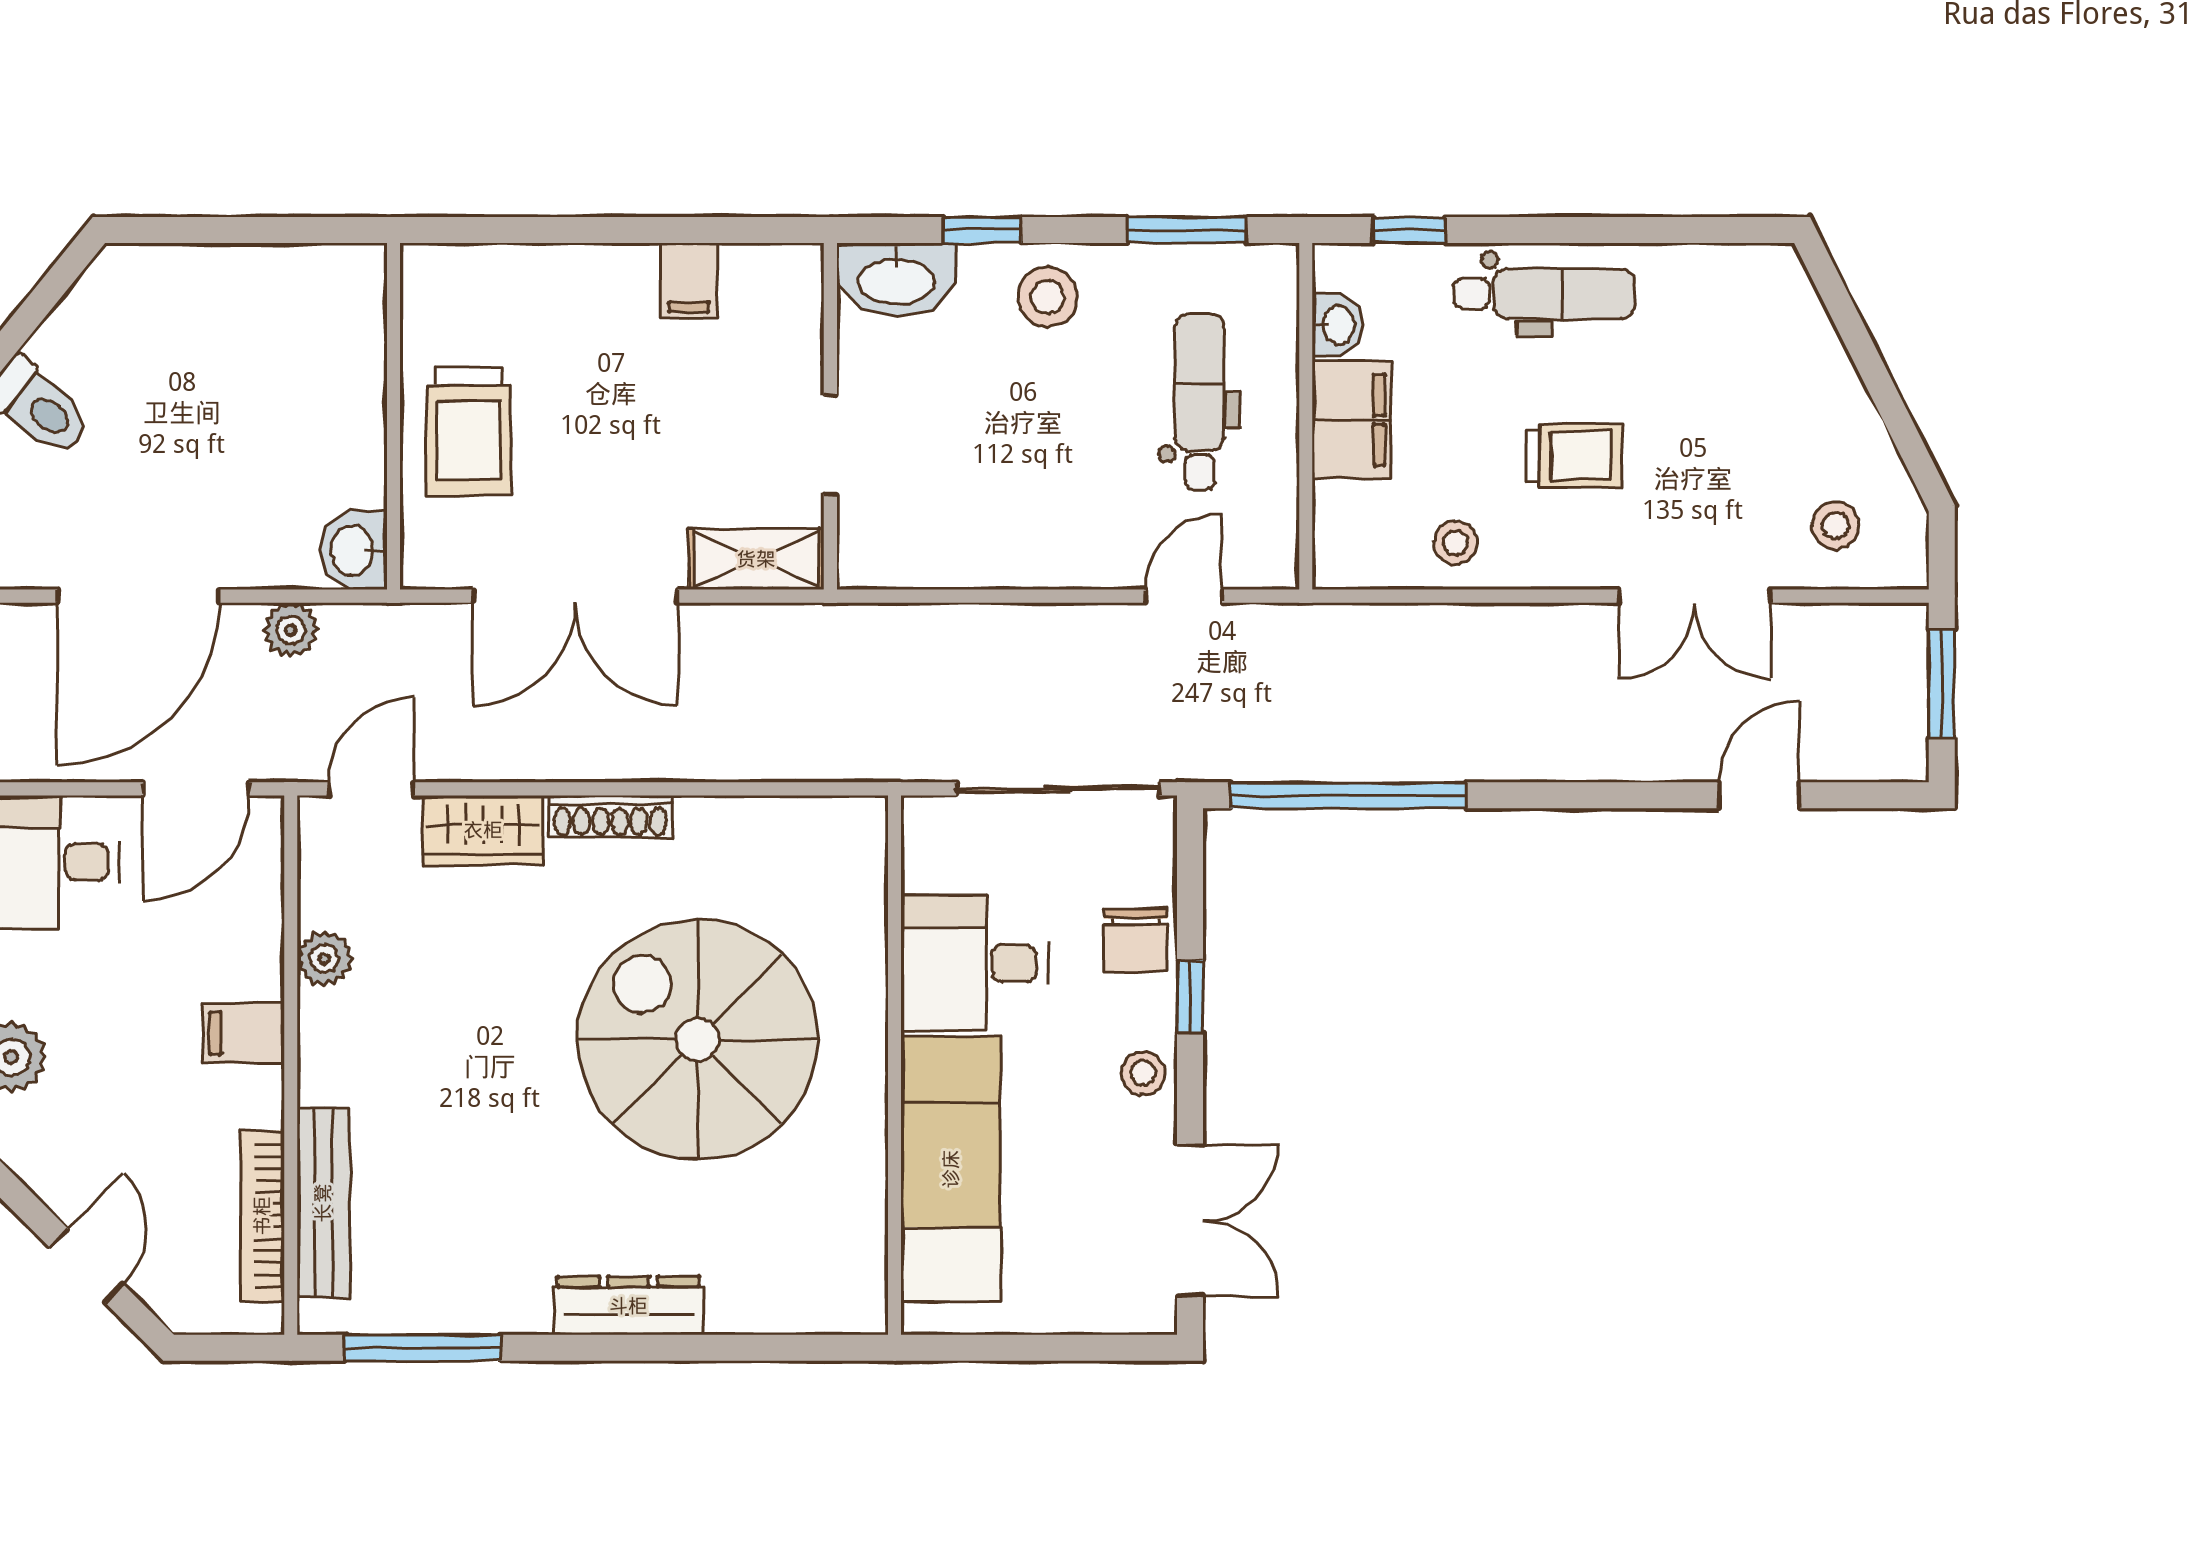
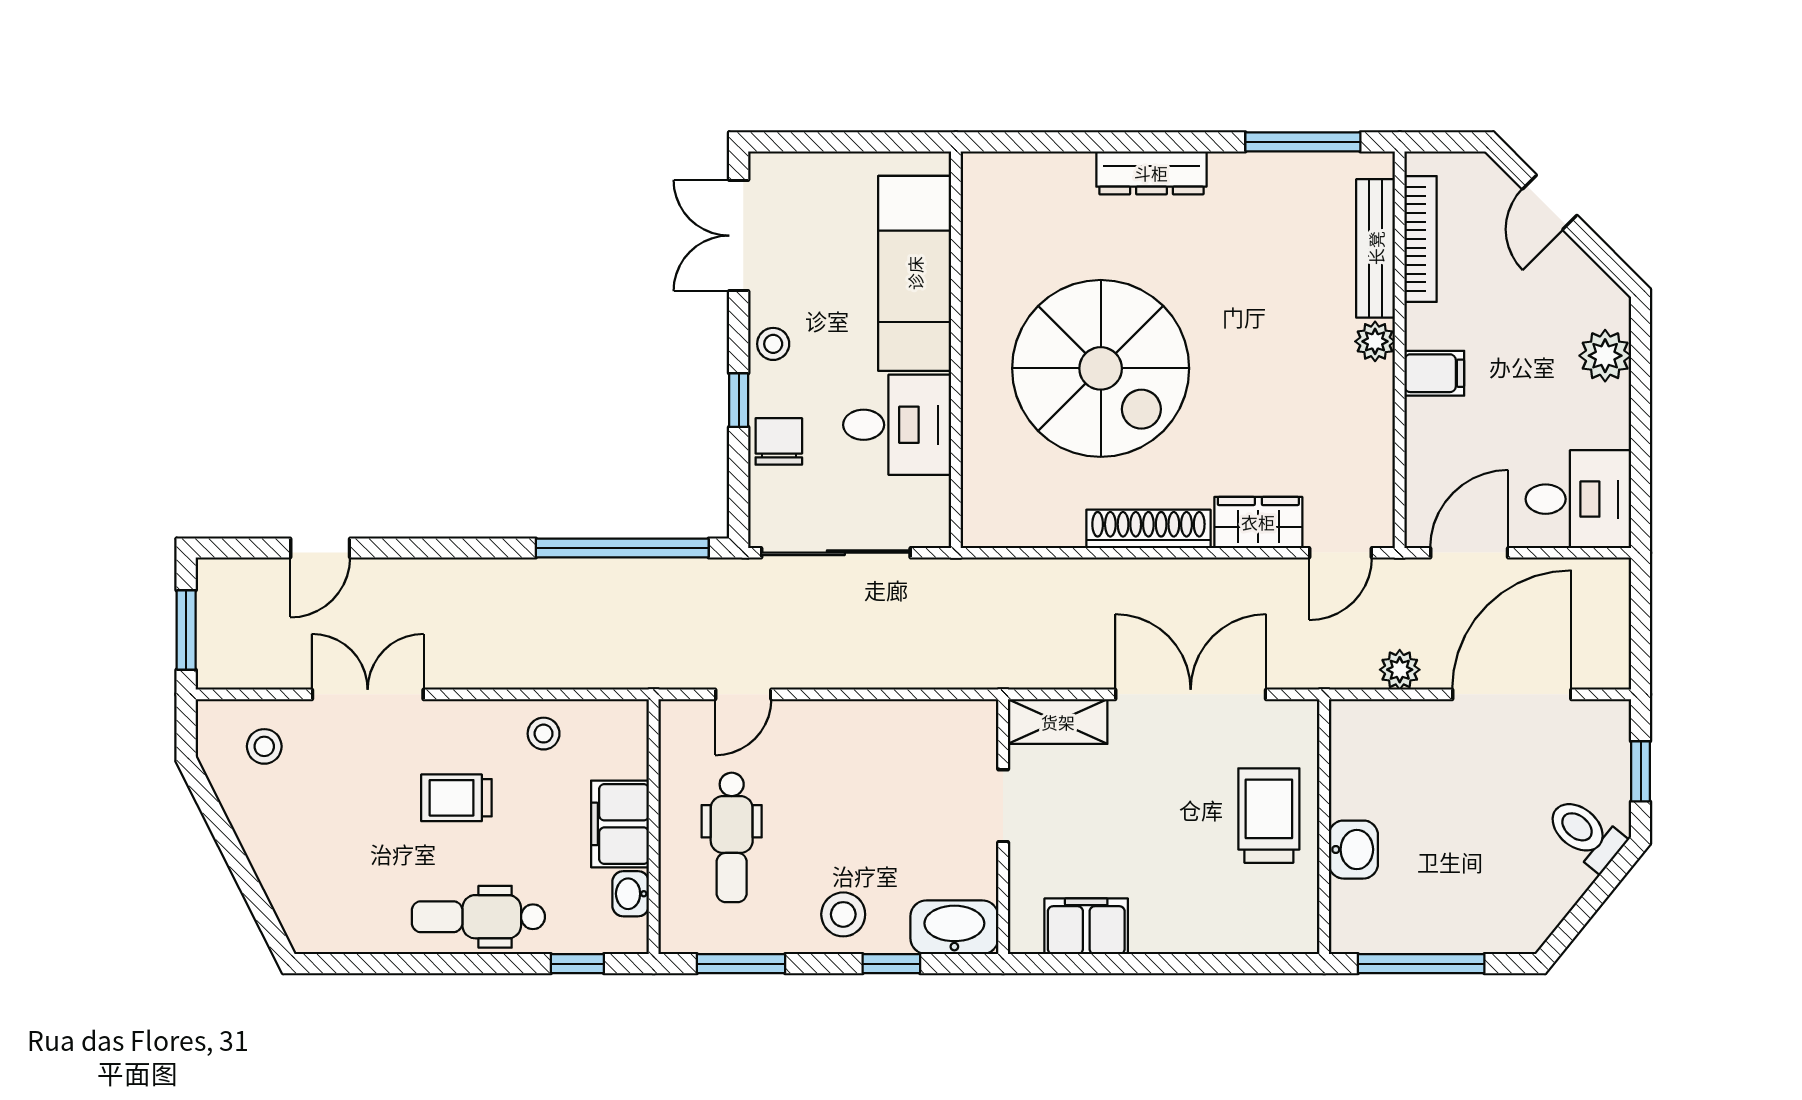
window: (262, 230) -> (1421, 964), added
filing cabinet: (689, 281) -> (1086, 926), width x2.00
washbasin: (354, 550) -> (1353, 850), moved
shoe rack: (610, 816) -> (1148, 529), width x1.36, depth x1.24
plant: (324, 958) -> (1375, 341), moved

